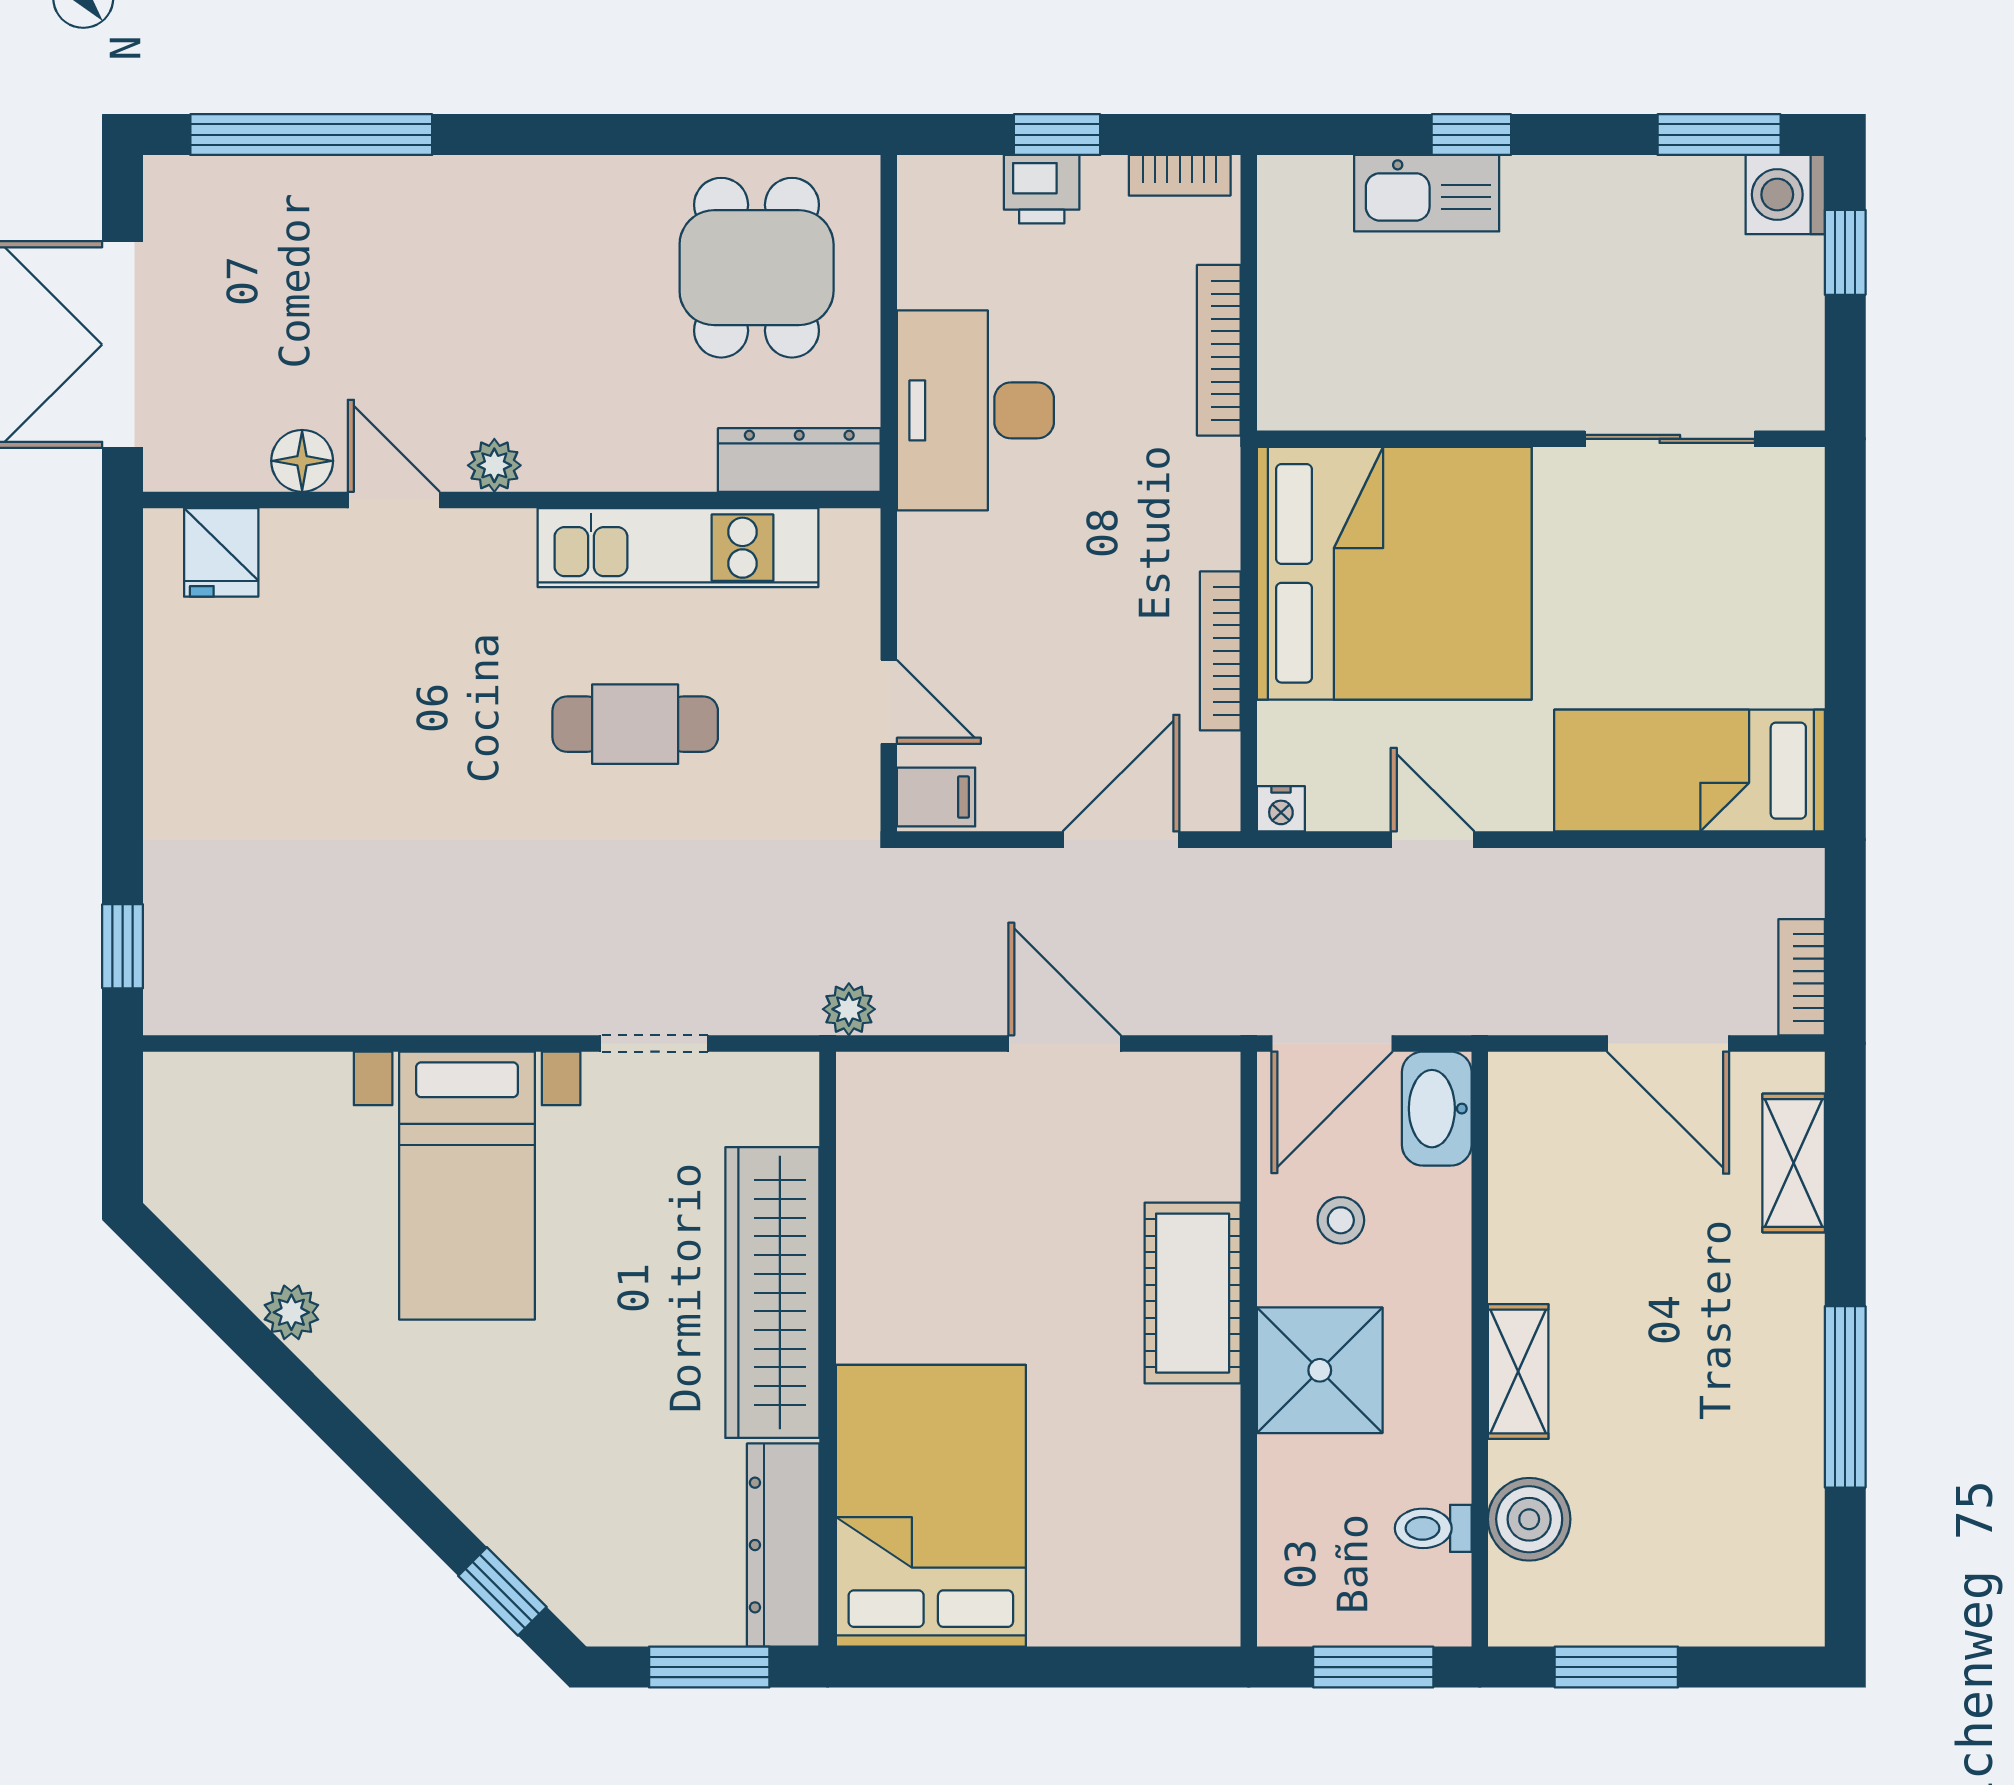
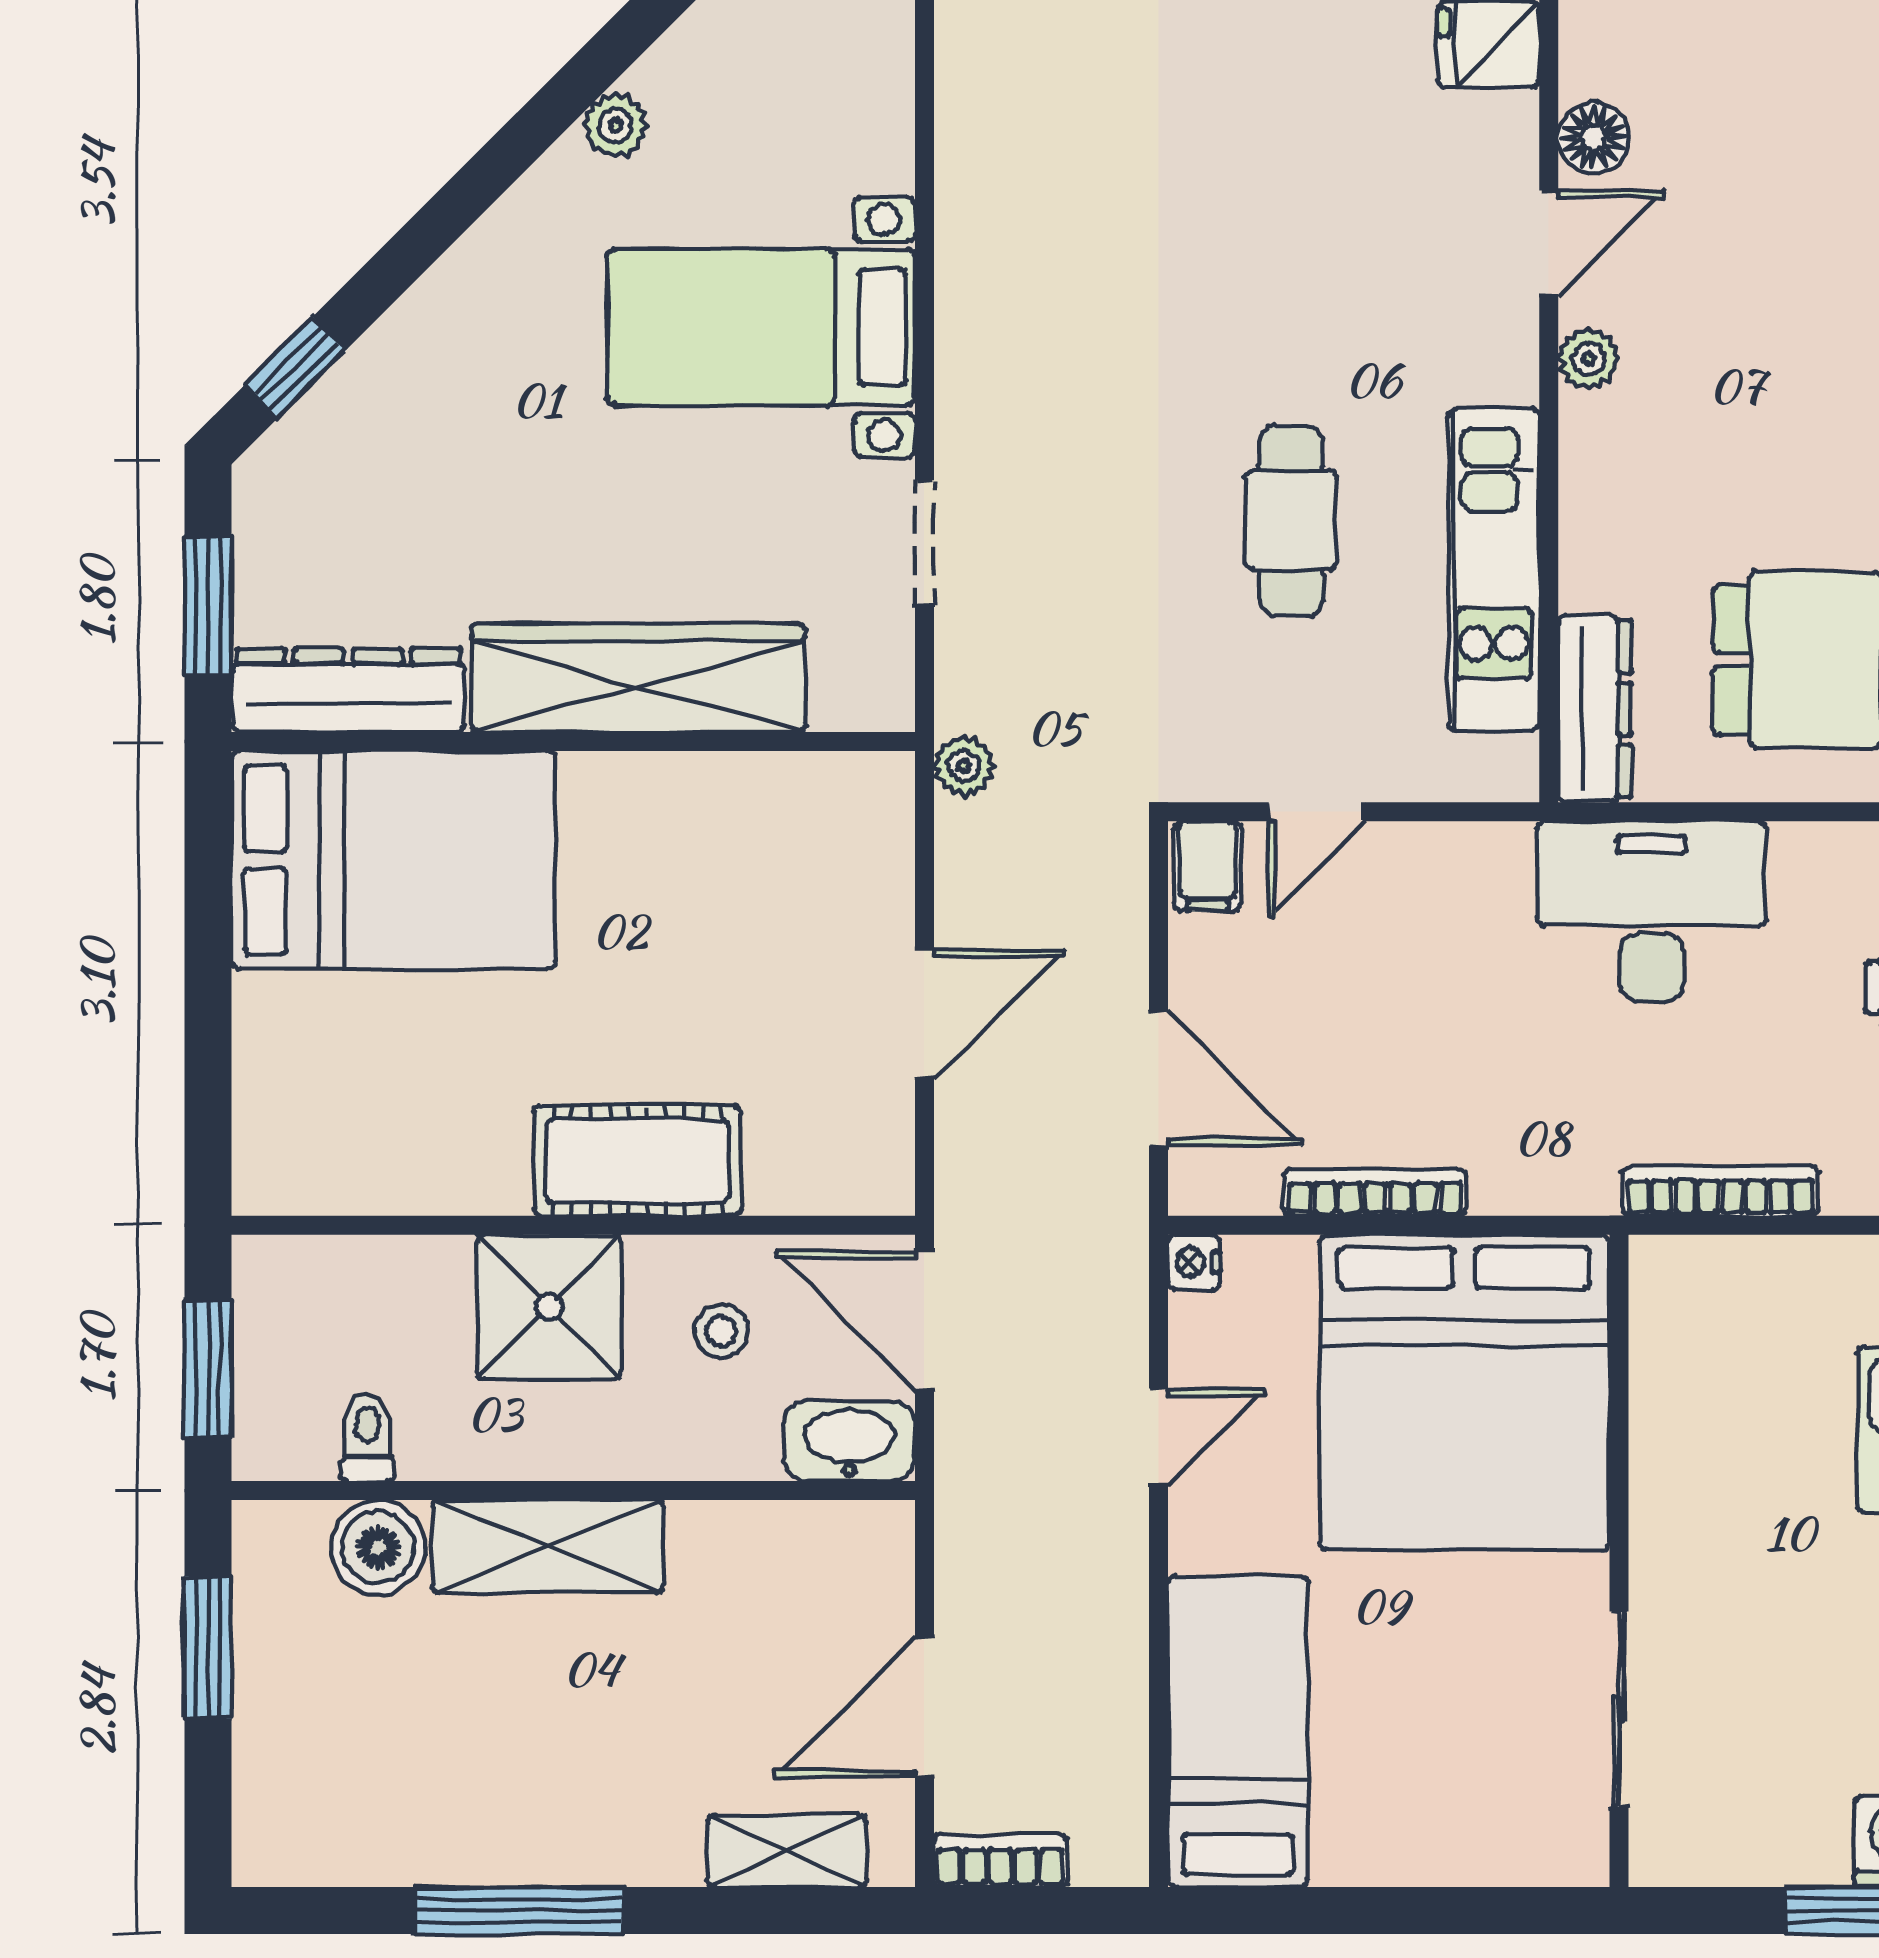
shelving: (1518, 1372) -> (547, 1546), width x1.50, depth x1.33

